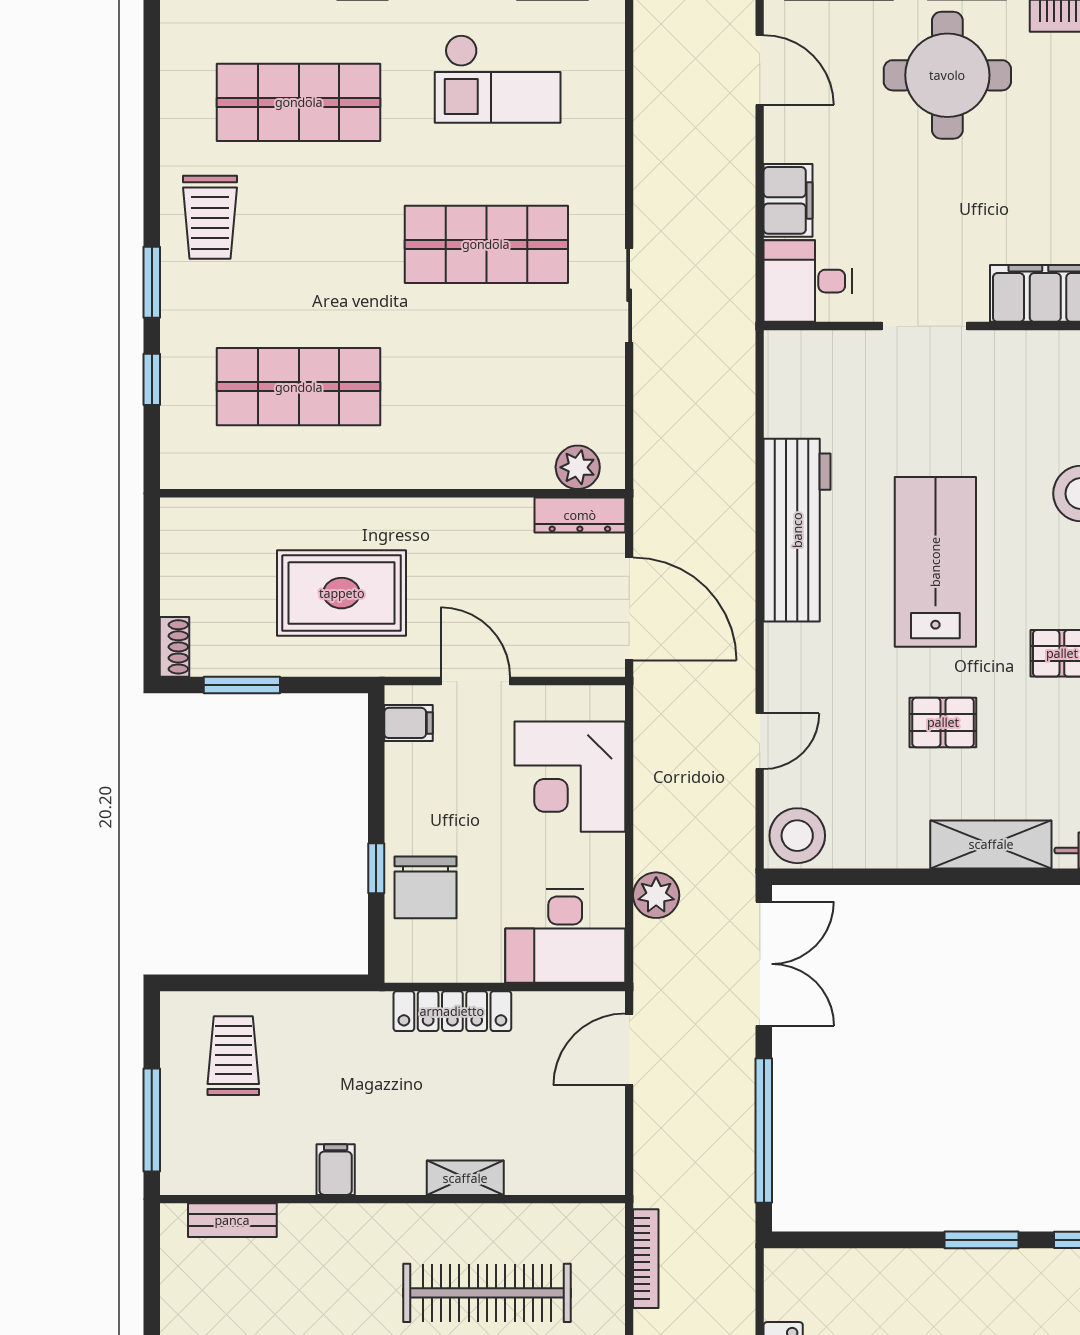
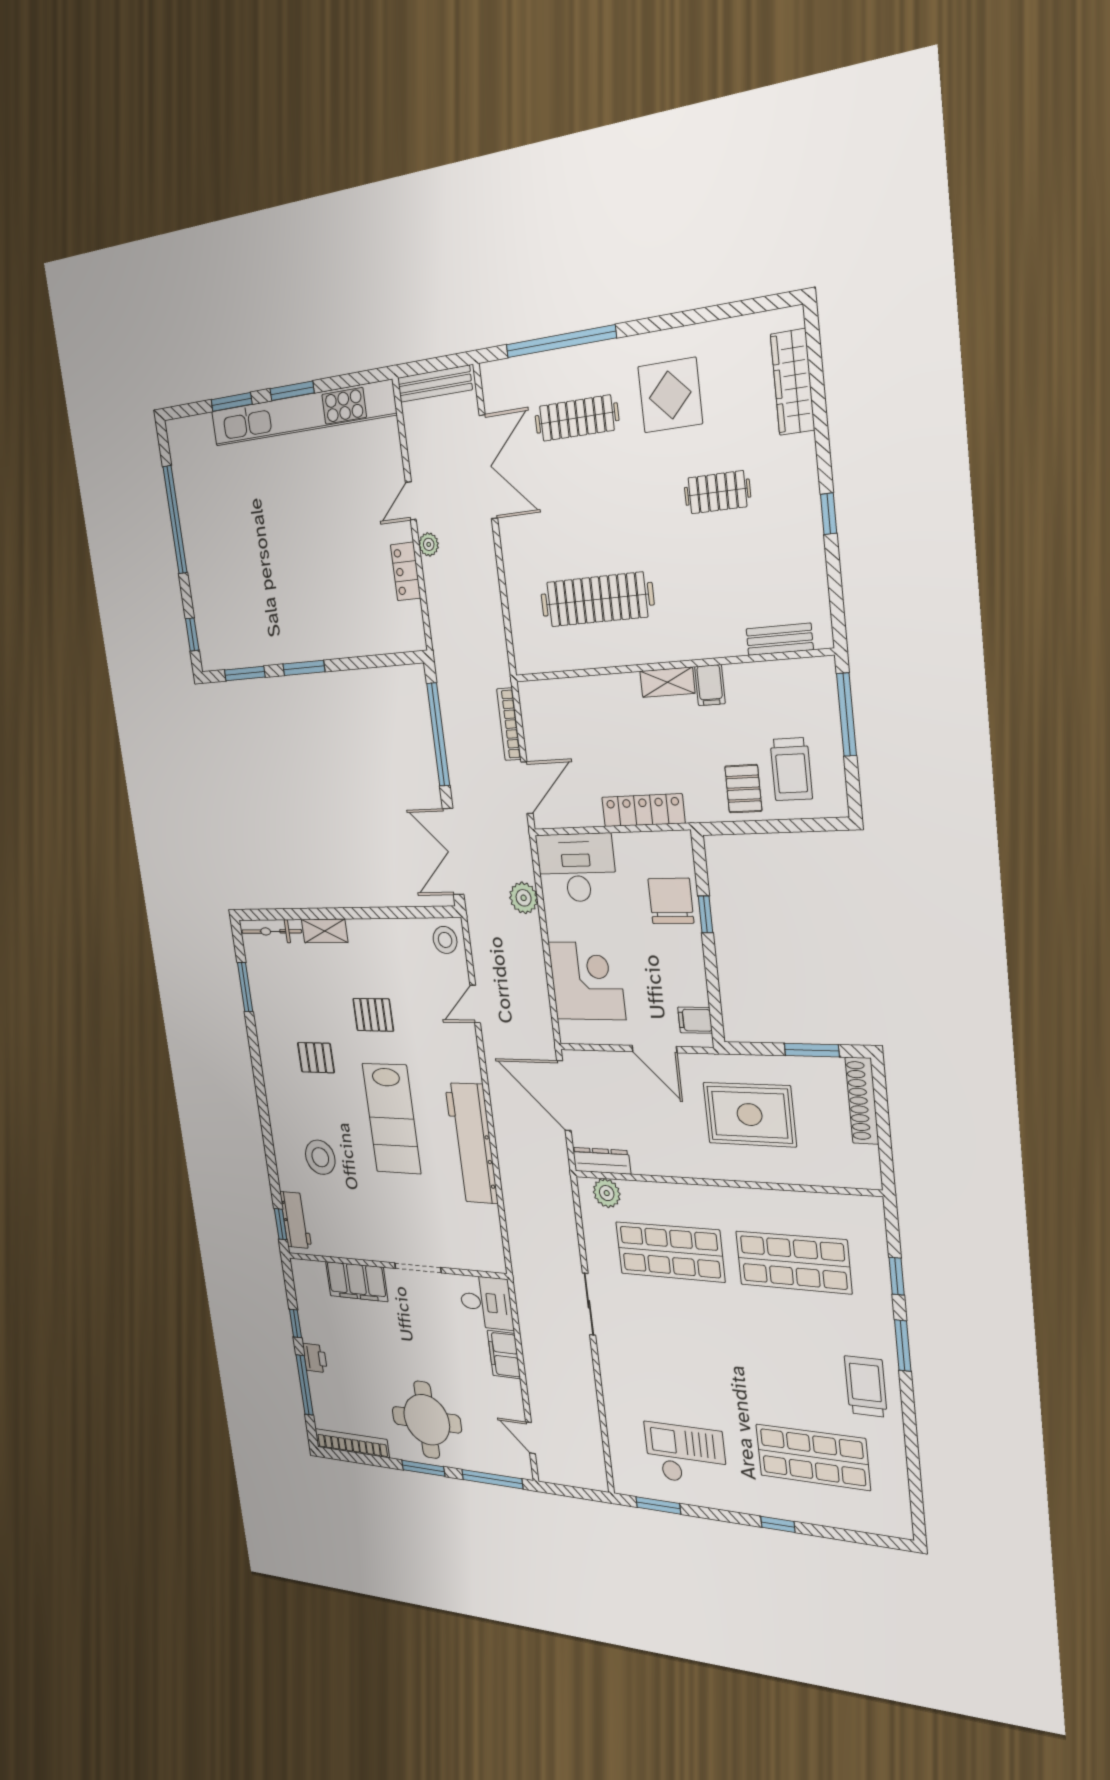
door: (760, 70) -> (530, 1438), width x0.73
shop shelf: (486, 244) -> (670, 1252), moved
shoe rack: (175, 647) -> (862, 1101), width x1.94, depth x1.24
stool: (797, 836) -> (445, 940), width x0.73, depth x0.73
shelving: (991, 844) -> (325, 931), width x0.67, depth x0.75
pallet: (303, 1034) -> (743, 789), added
shelving: (465, 1178) -> (667, 682), moved
bookcase: (646, 1259) -> (509, 724), moved

